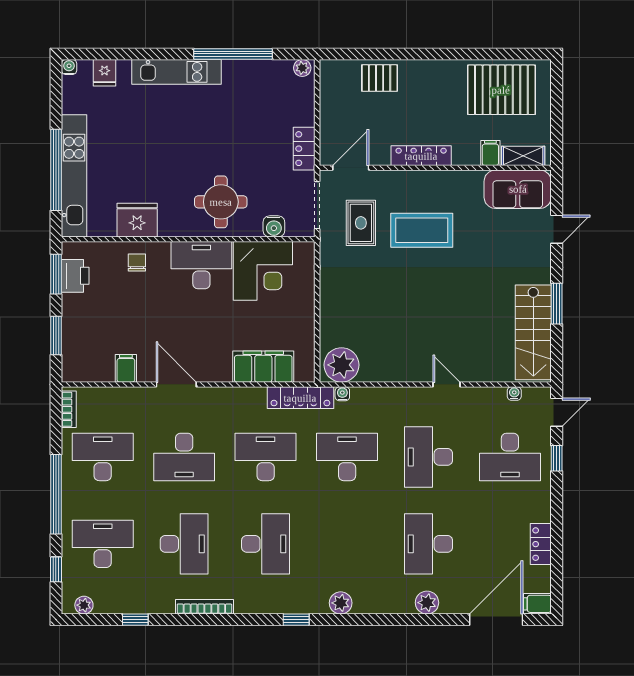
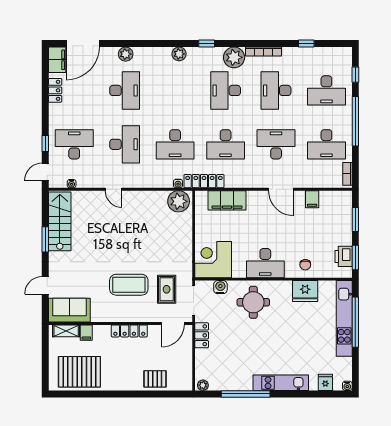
corner desk: (263, 271) -> (213, 260), moved
filing cabinet: (537, 604) -> (57, 60), width x2.00
plant: (84, 605) -> (234, 57), moved, width x1.87, depth x1.87

